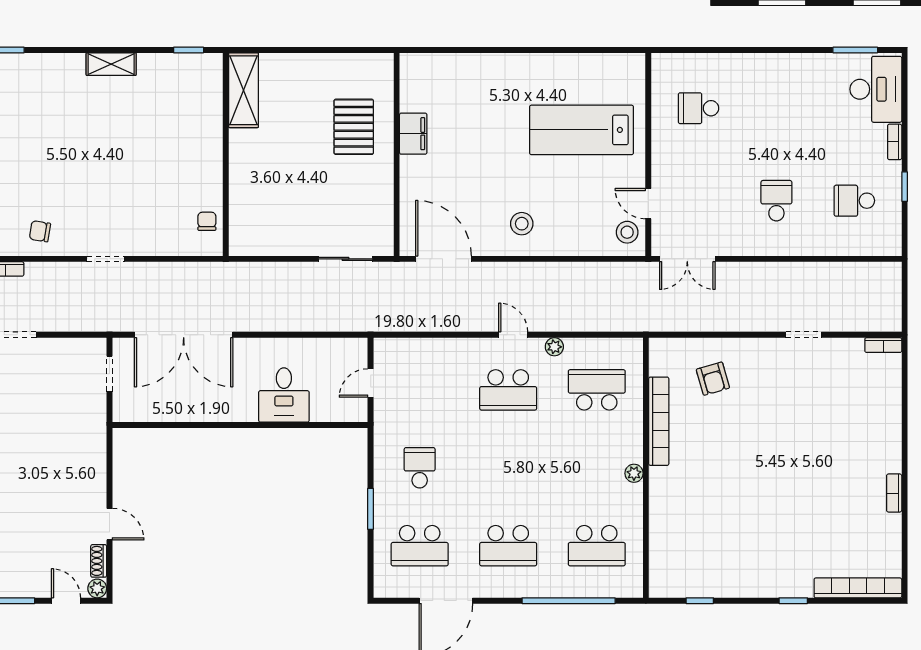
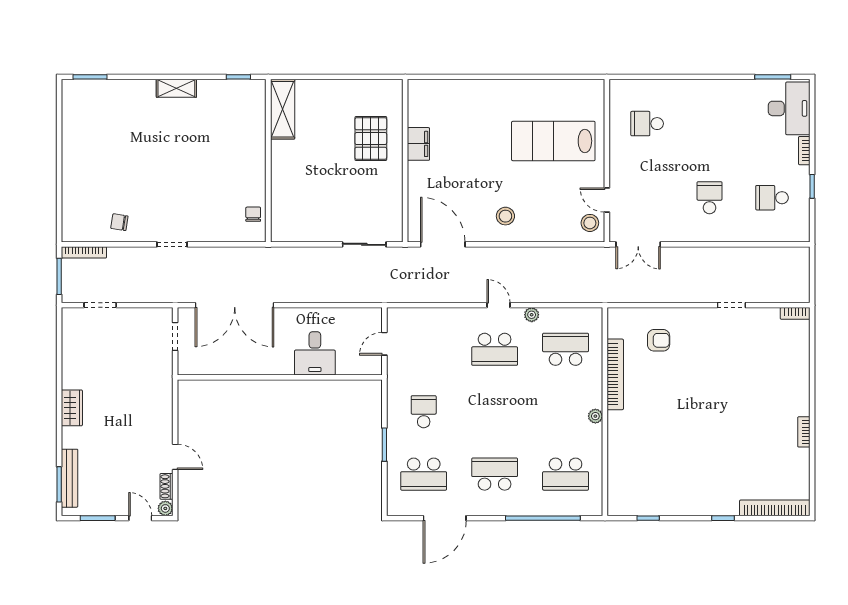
armchair: (713, 379) -> (659, 340), turned -74
school desk: (508, 546) -> (495, 474), turned 180

